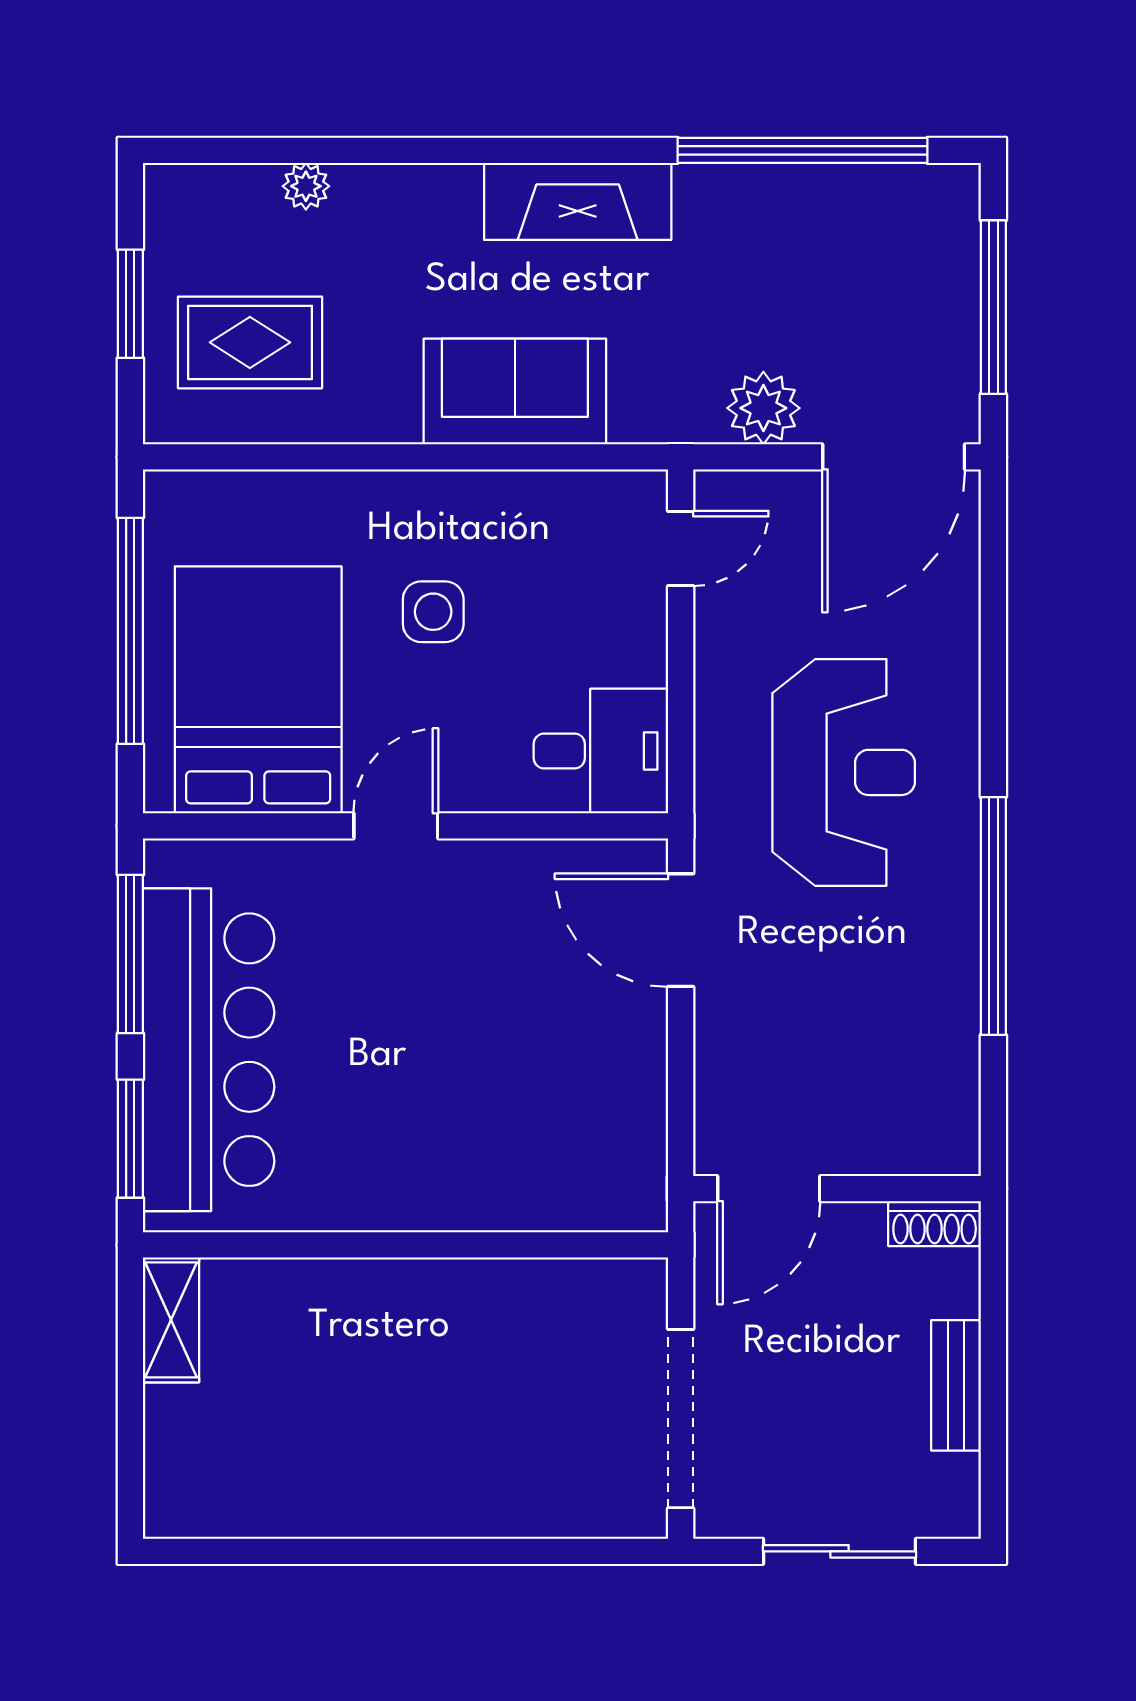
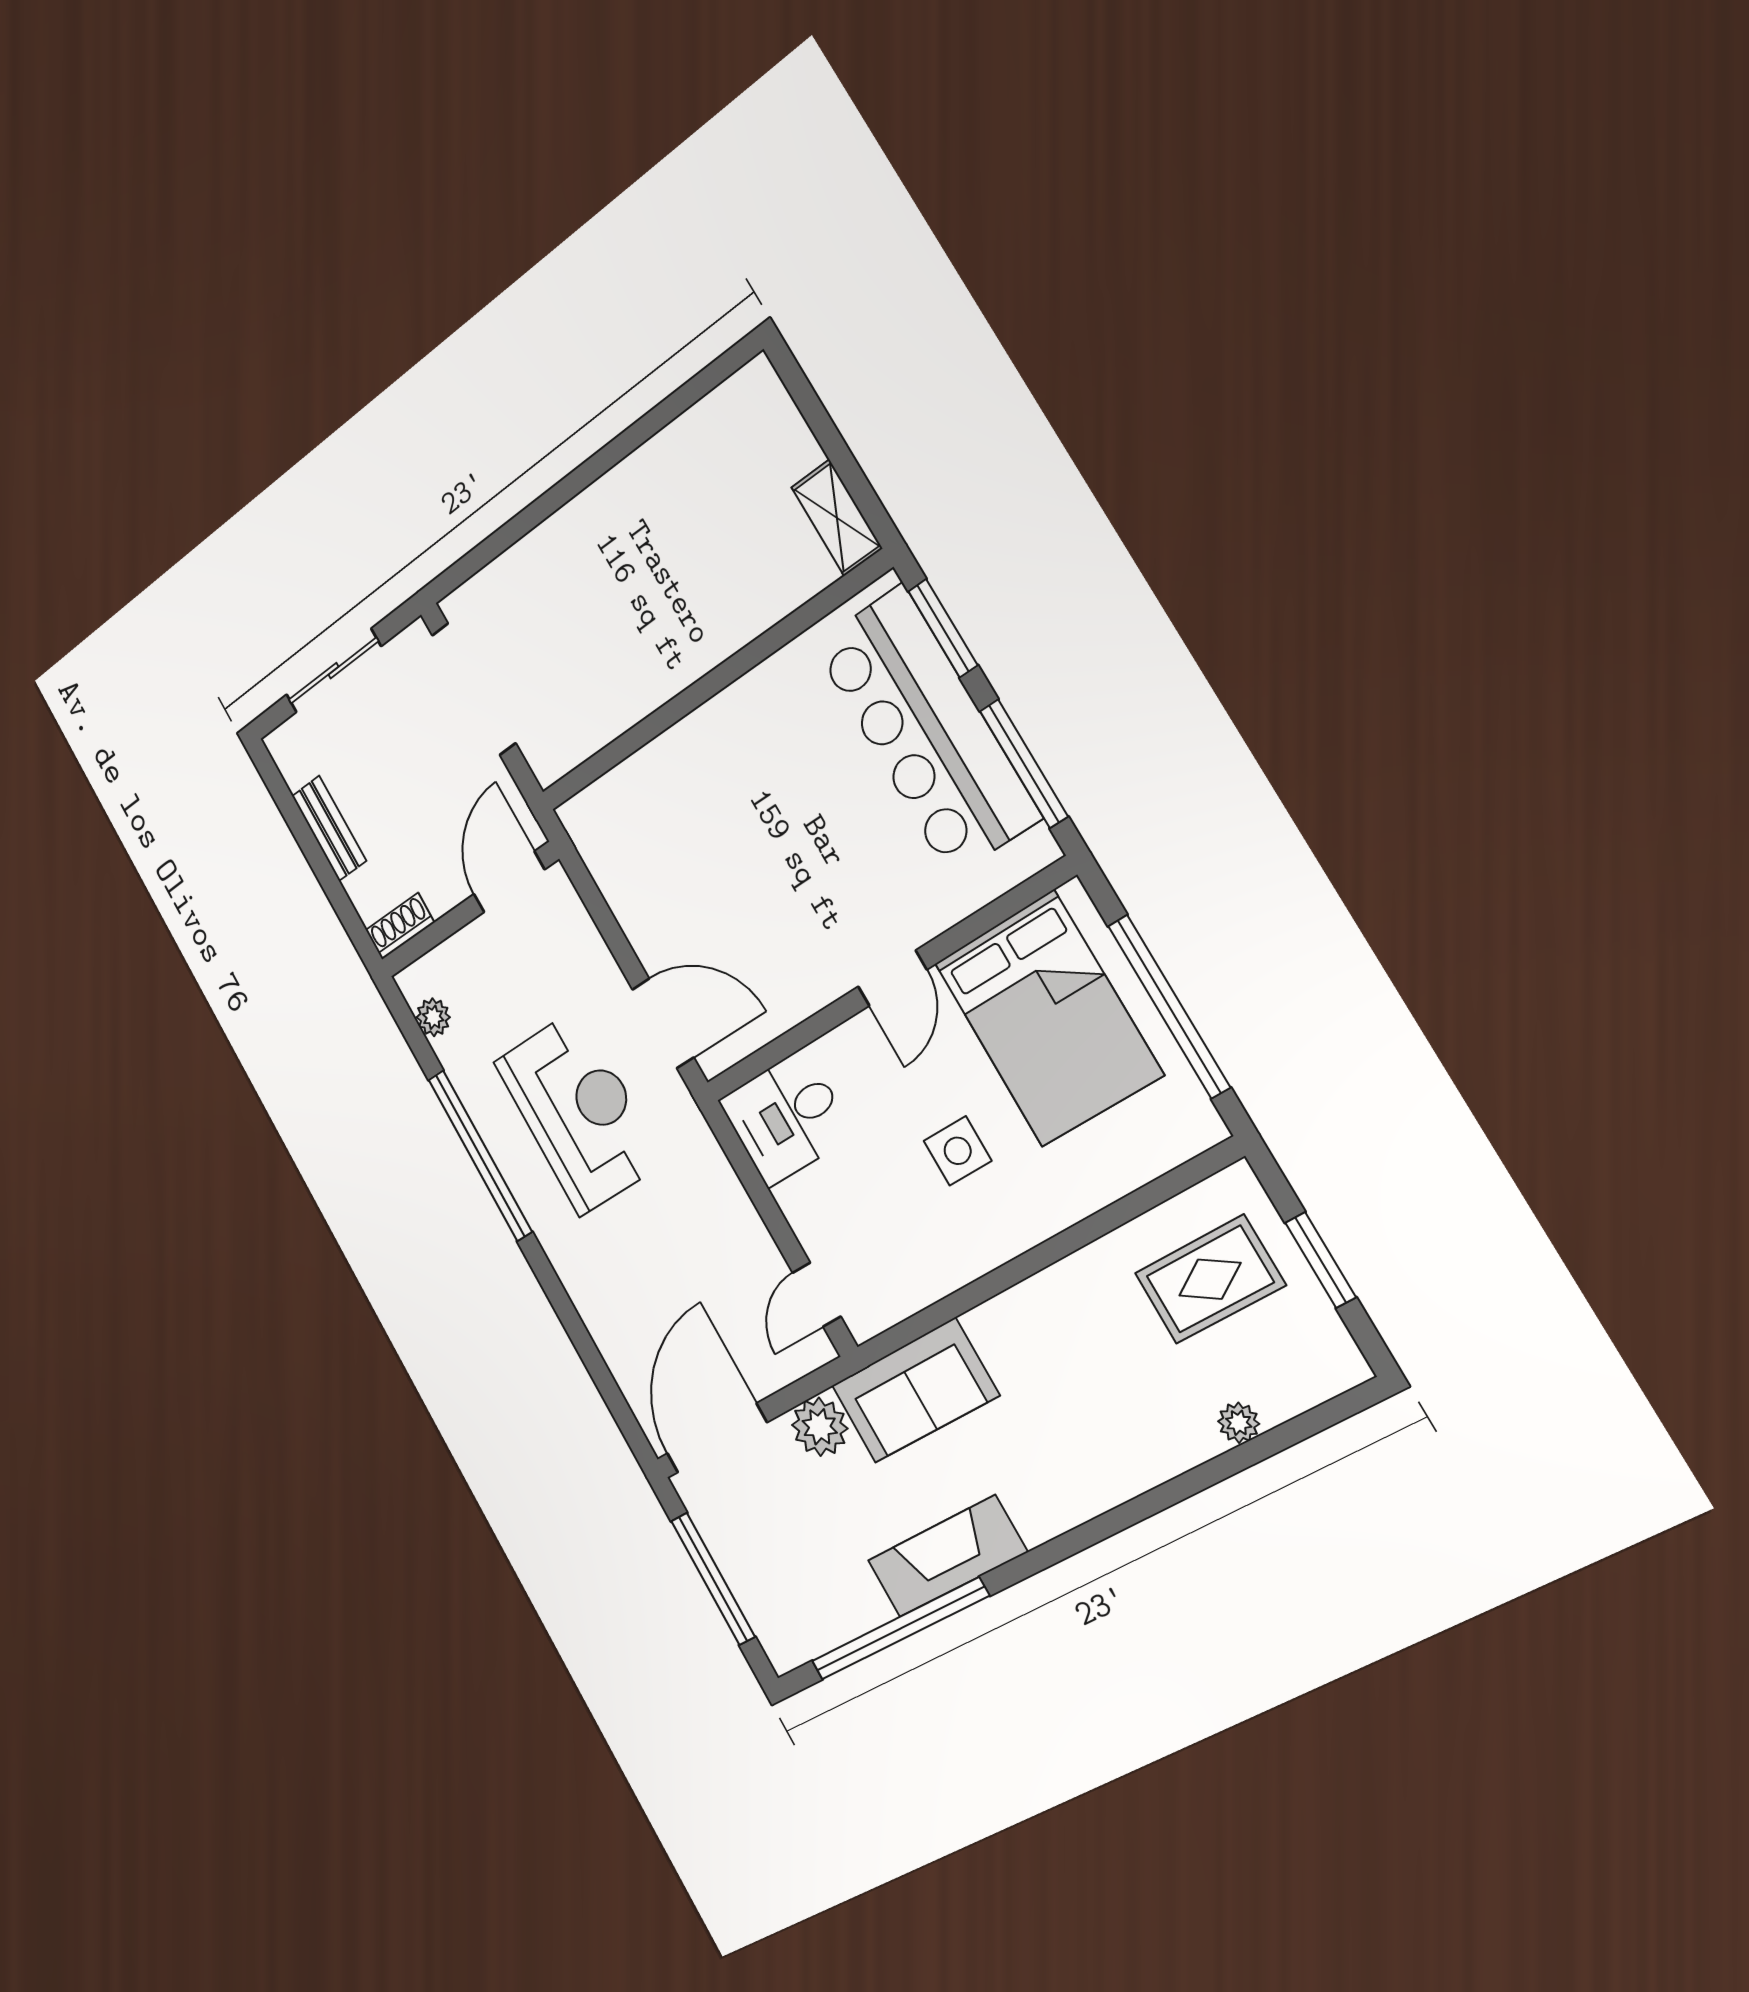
fireplace: (578, 201) -> (947, 1556), moved
sofa: (515, 391) -> (915, 1390), moved
reception desk: (844, 772) -> (579, 1112), moved, turned 180
plant: (956, 1100) -> (433, 1017), added

